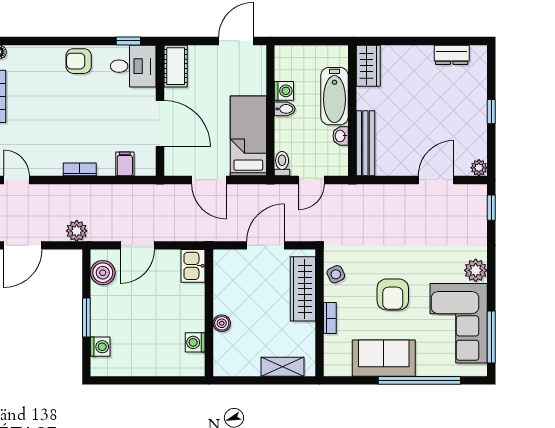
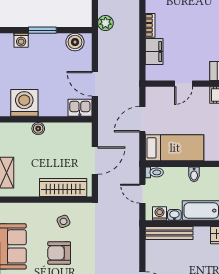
washing machine: (284, 91) -> (160, 214), moved, turned 180
door: (160, 123) -> (184, 84), width x0.53
filing cabinet: (125, 164) -> (154, 52), width x2.00
door: (137, 245) -> (95, 84), moved
door: (266, 245) -> (95, 160), hinge flipped
side table: (336, 274) -> (64, 221), moved
bookcase: (330, 318) -> (42, 207), removed
washing machine: (195, 342) -> (24, 103), width x1.89, depth x1.89

